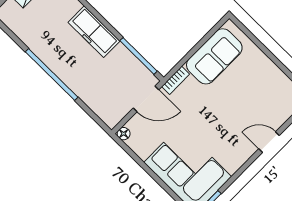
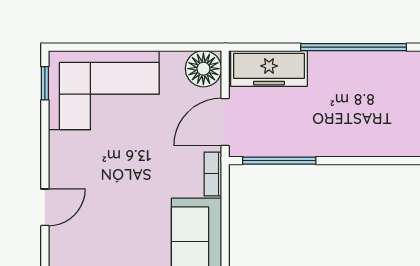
freezer: (94, 32) -> (269, 68), moved, turned 180
floor lamp: (124, 134) -> (203, 69), width x1.89, depth x1.89

